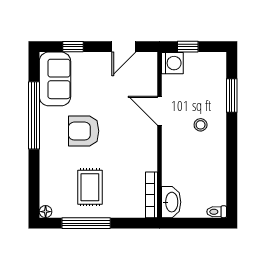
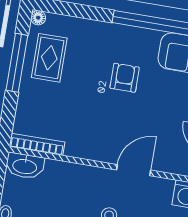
armchair: (84, 131) -> (125, 78), width x0.72, depth x0.72
rug: (90, 187) -> (49, 58), moved, turned 90

